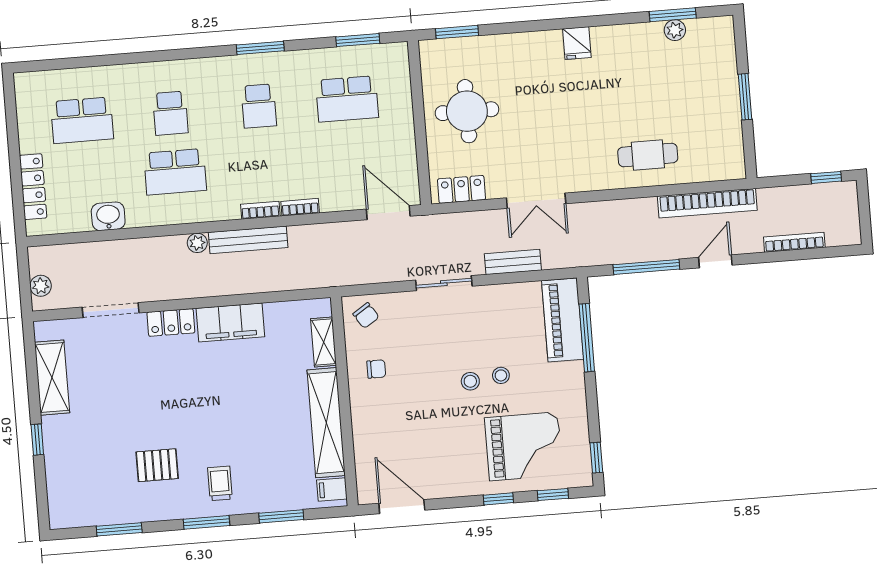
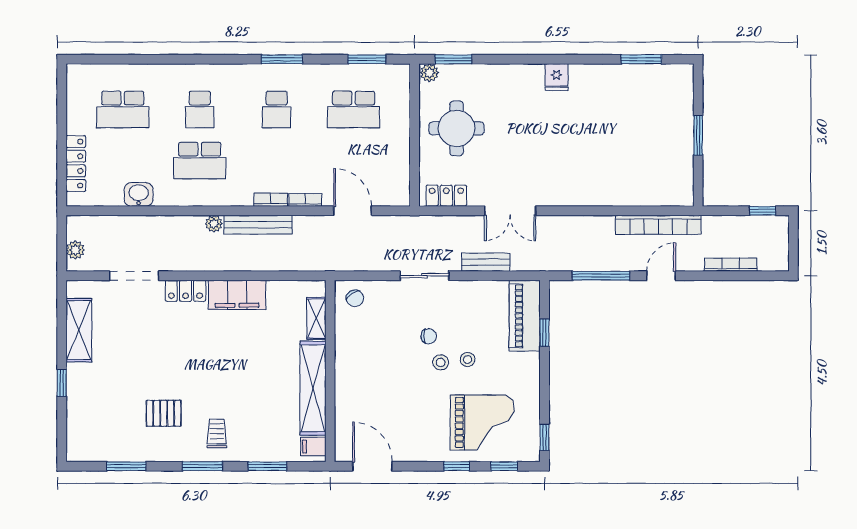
plant: (675, 30) -> (429, 73), moved
cafe table: (648, 155) -> (610, 179), removed
door: (388, 213) -> (353, 211), moved
window: (587, 338) -> (544, 333), width x0.46
chair: (376, 369) -> (429, 336), moved

